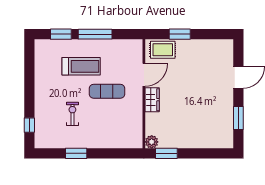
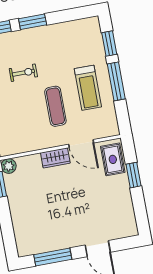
treadmill: (81, 66) -> (88, 88), moved
window: (29, 98) -> (33, 22), added
window: (238, 118) -> (53, 257), width x1.44

